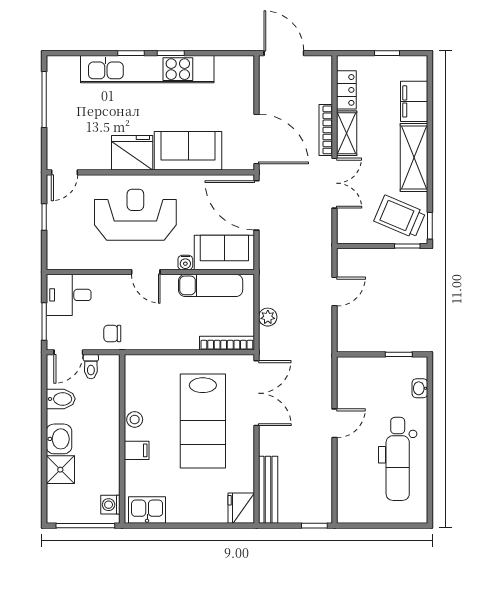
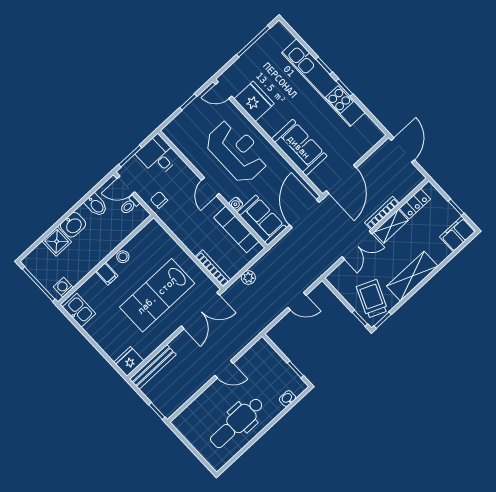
filing cabinet: (414, 101) -> (458, 234), moved
fridge: (132, 153) -> (254, 101), moved

